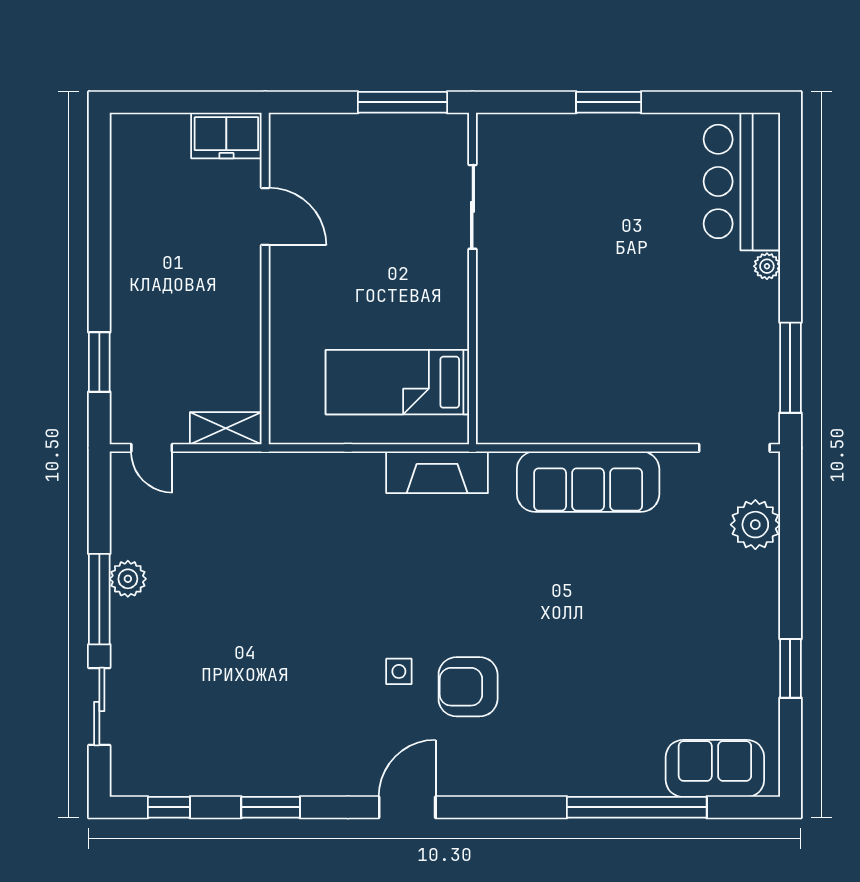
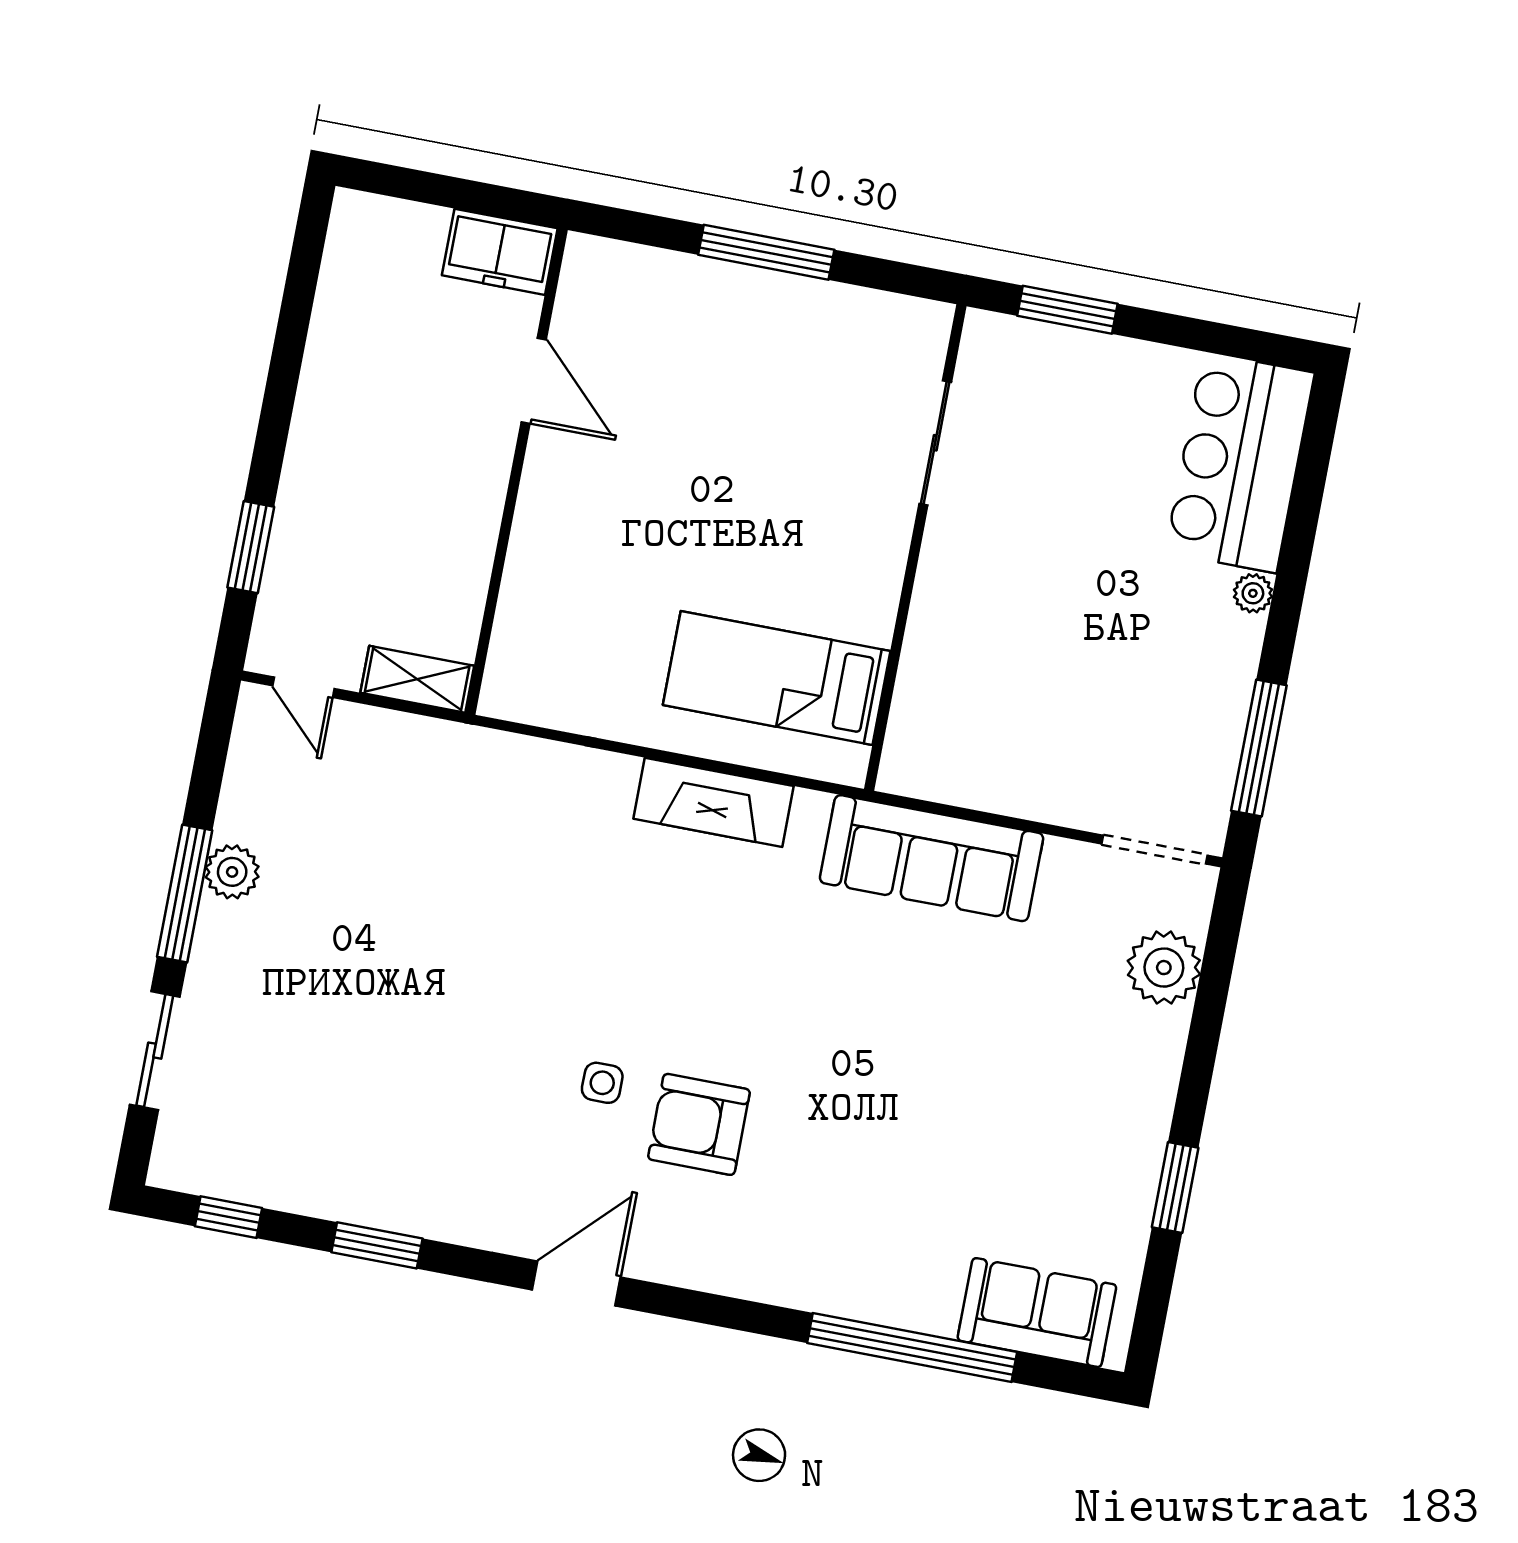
sliding door: (473, 207) -> (935, 443), moved
wall: (473, 279) -> (915, 548), moved
bed: (397, 382) -> (777, 678), moved

